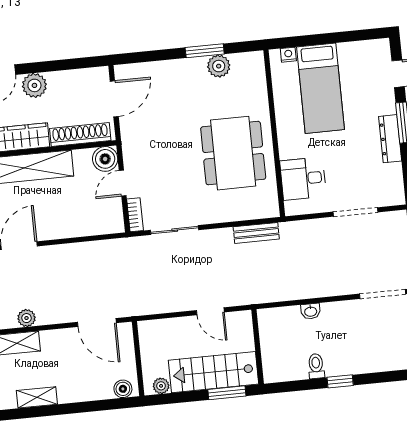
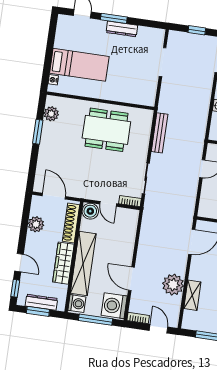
plant: (219, 66) -> (51, 114), moved
plant: (34, 85) -> (36, 224), moved
desk: (303, 179) -> (133, 90), removed
bench: (256, 233) -> (160, 133), width x1.36
plant: (27, 318) -> (173, 285), width x1.88, depth x1.88

